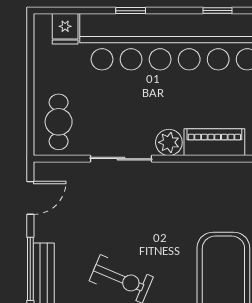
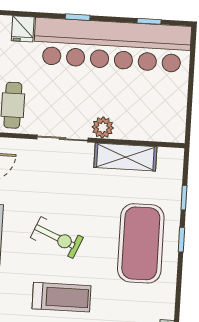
piano: (214, 142) -> (140, 130), removed
shelving: (199, 177) -> (125, 157), added

